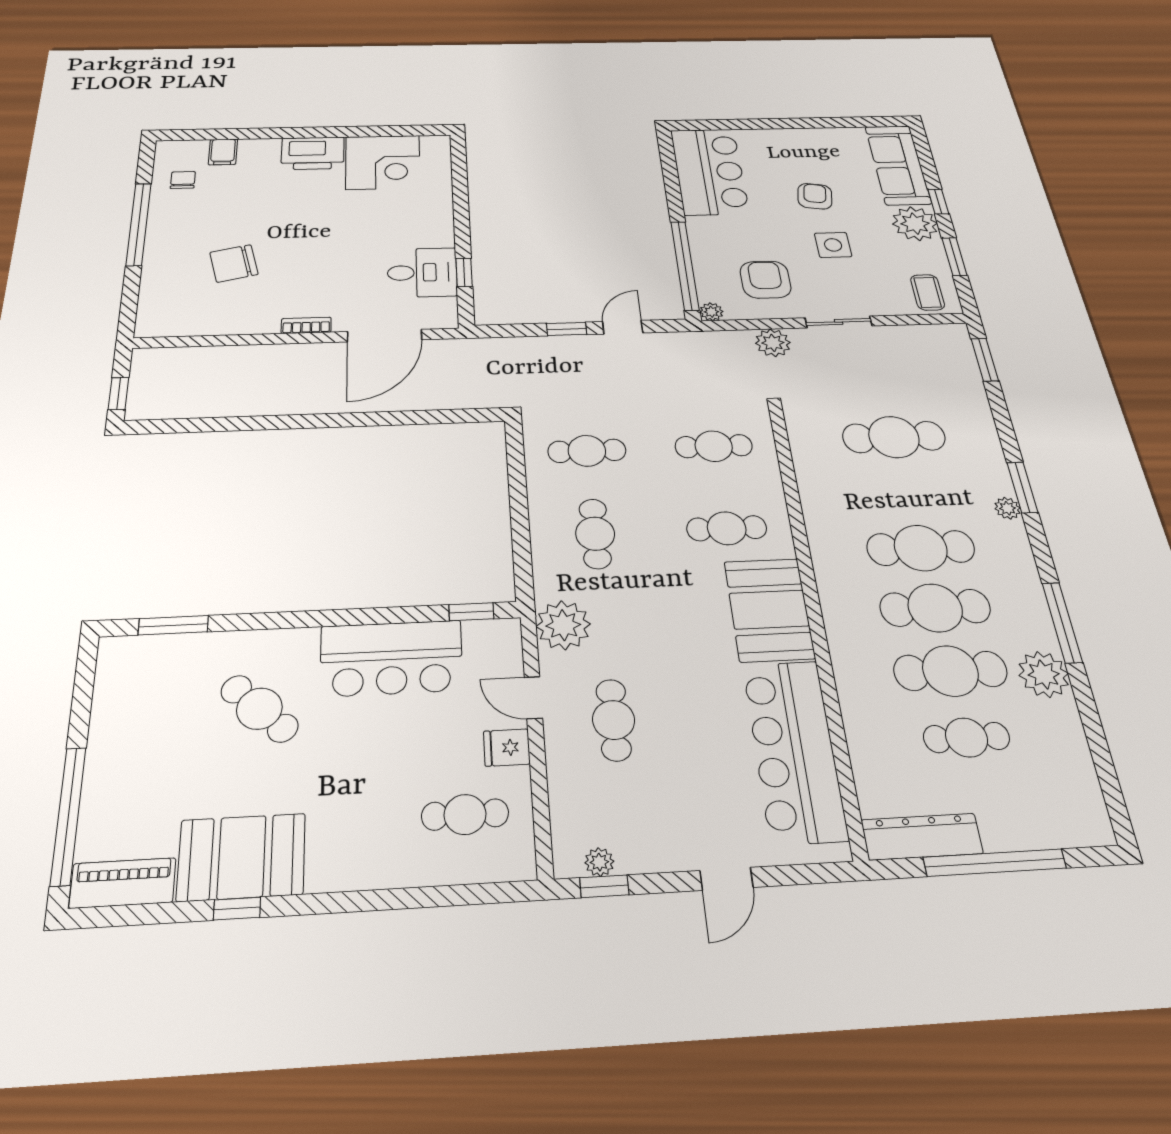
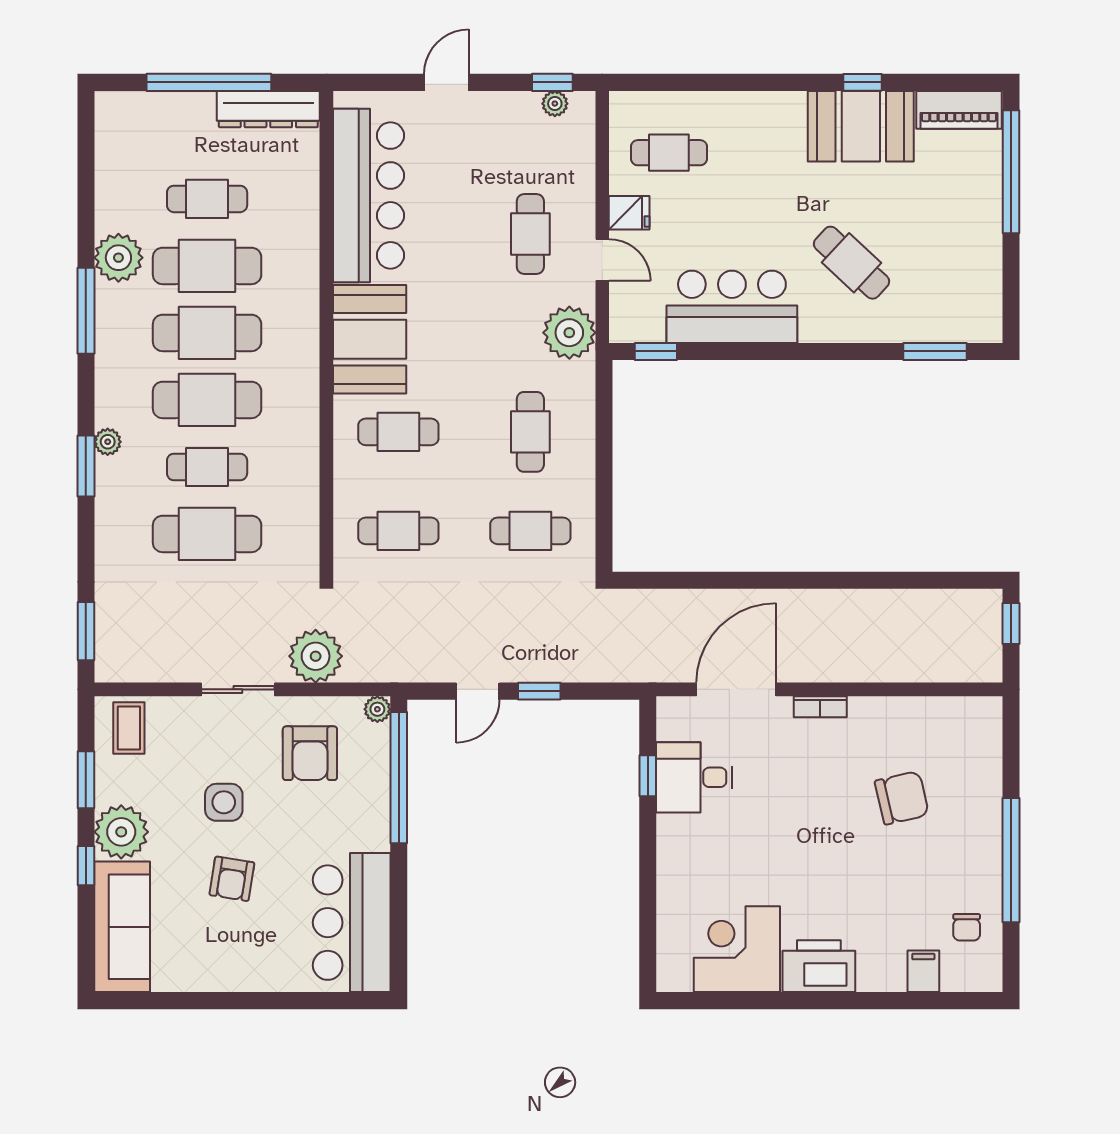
plant: (773, 343) -> (316, 656), width x1.36, depth x1.36
cafe table: (907, 491) -> (207, 467), added

